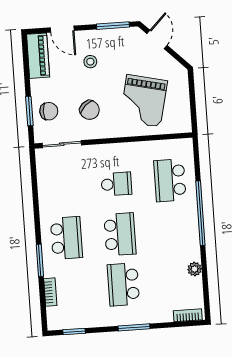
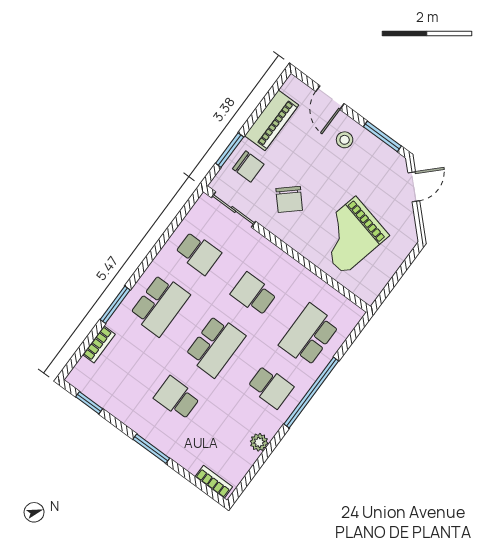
piano: (38, 56) -> (272, 120), moved
stool: (90, 62) -> (345, 140), moved
school desk: (116, 184) -> (254, 294), turned 180
school desk: (63, 188) -> (198, 253), added
school desk: (173, 230) -> (271, 387), added
school desk: (123, 284) -> (177, 398), width x0.54

